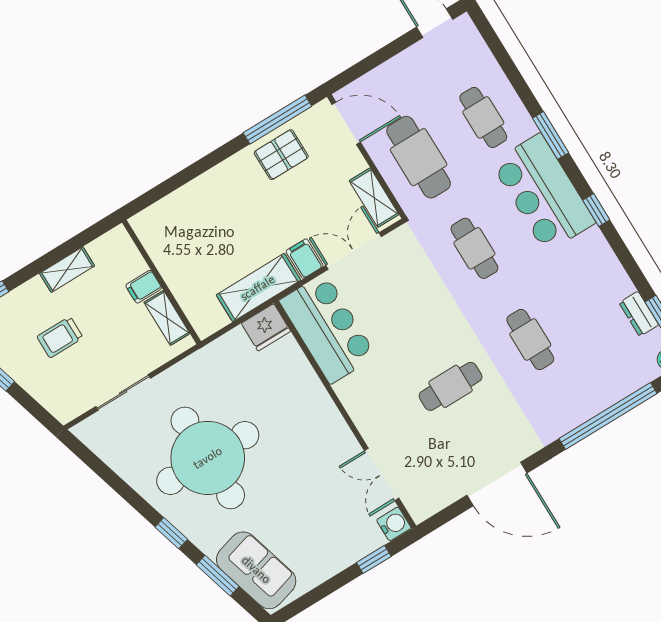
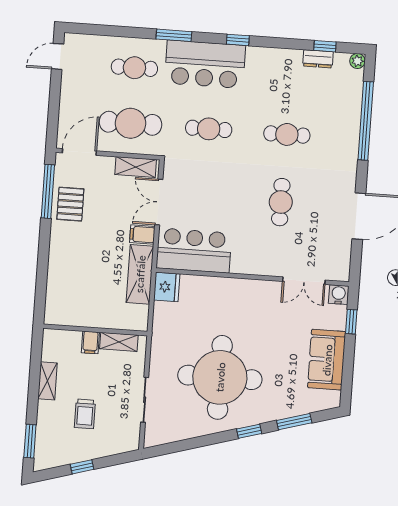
sofa: (256, 570) -> (327, 360), moved, turned -74

